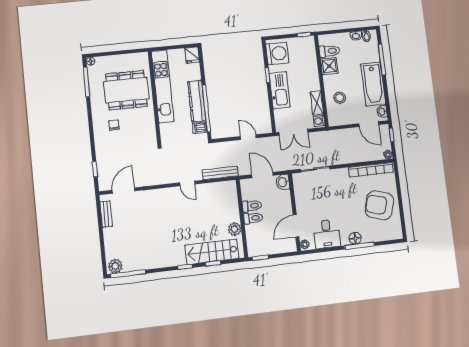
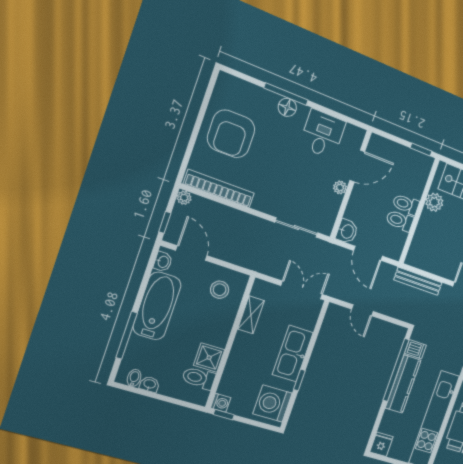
stool: (340, 98) -> (220, 290), moved
washing machine: (319, 121) -> (221, 403), moved
armchair: (379, 205) -> (231, 134), turned 73
plant: (305, 244) -> (340, 187), moved

